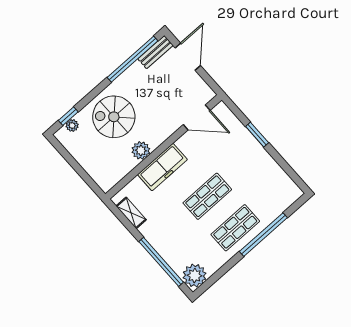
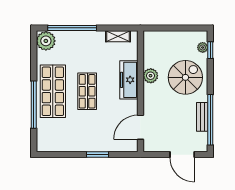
bench: (156, 52) -> (202, 117), moved
shop shelf: (235, 228) -> (53, 91), width x1.43, depth x1.36

